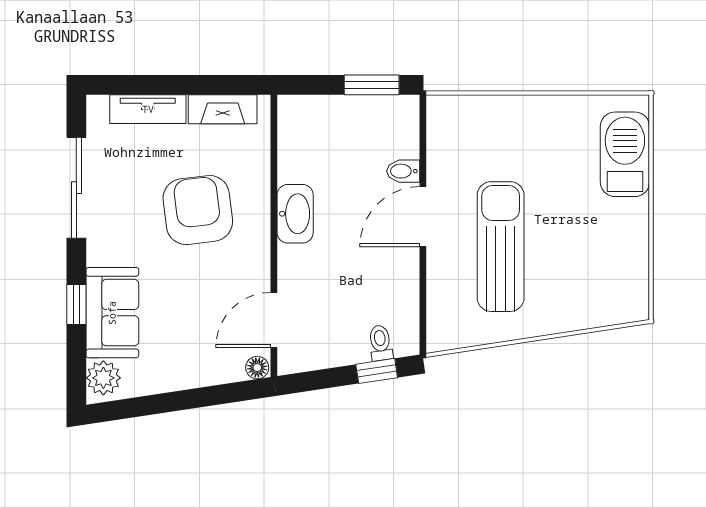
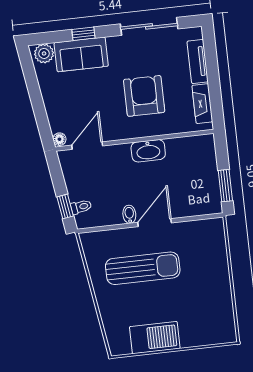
barbecue: (625, 154) -> (155, 338), moved
bidet: (403, 171) -> (129, 214), moved
armchair: (198, 210) -> (144, 96), turned -83
door: (423, 217) -> (155, 223), hinge flipped
door: (274, 320) -> (87, 146), hinge flipped

